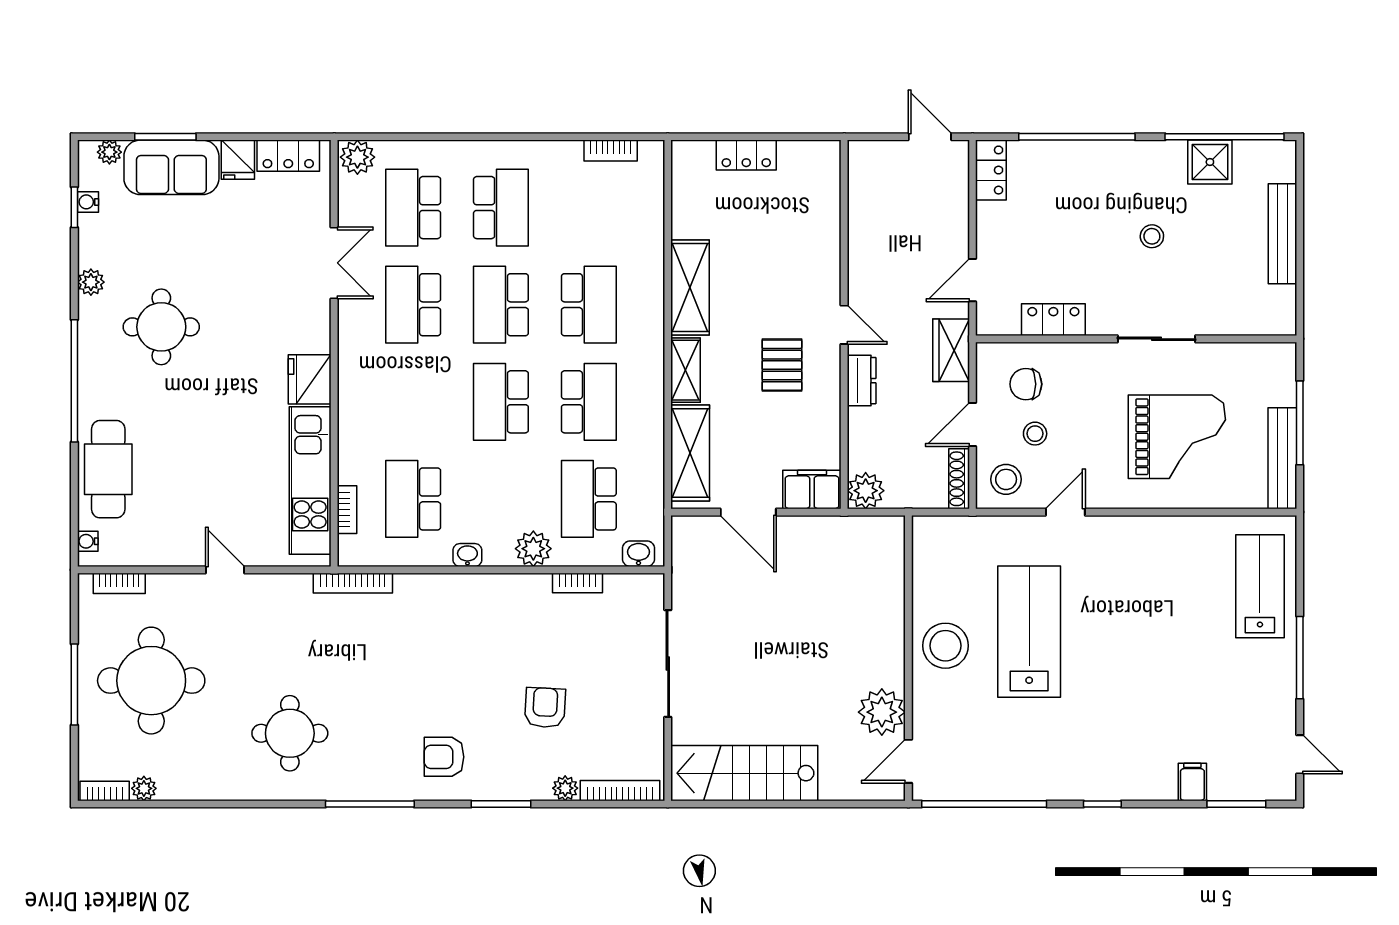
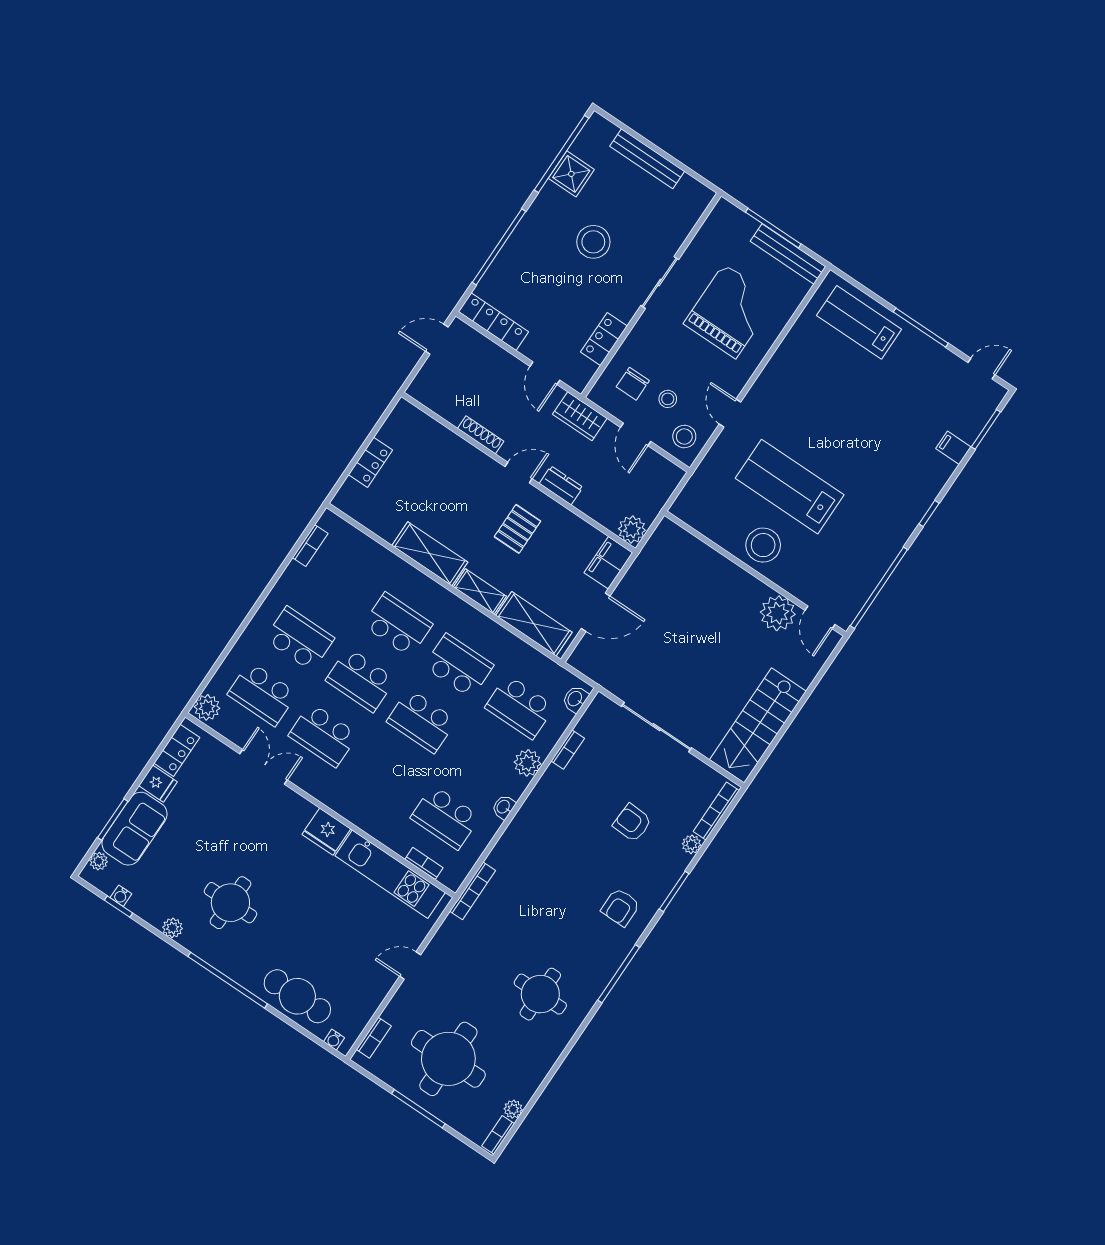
locker: (991, 170) -> (493, 322), width x1.53
stool: (1152, 236) -> (593, 242), width x1.89, depth x1.89
pallet: (782, 365) -> (517, 529), turned 90
shoe rack: (959, 479) -> (481, 435), moved, turned 180

